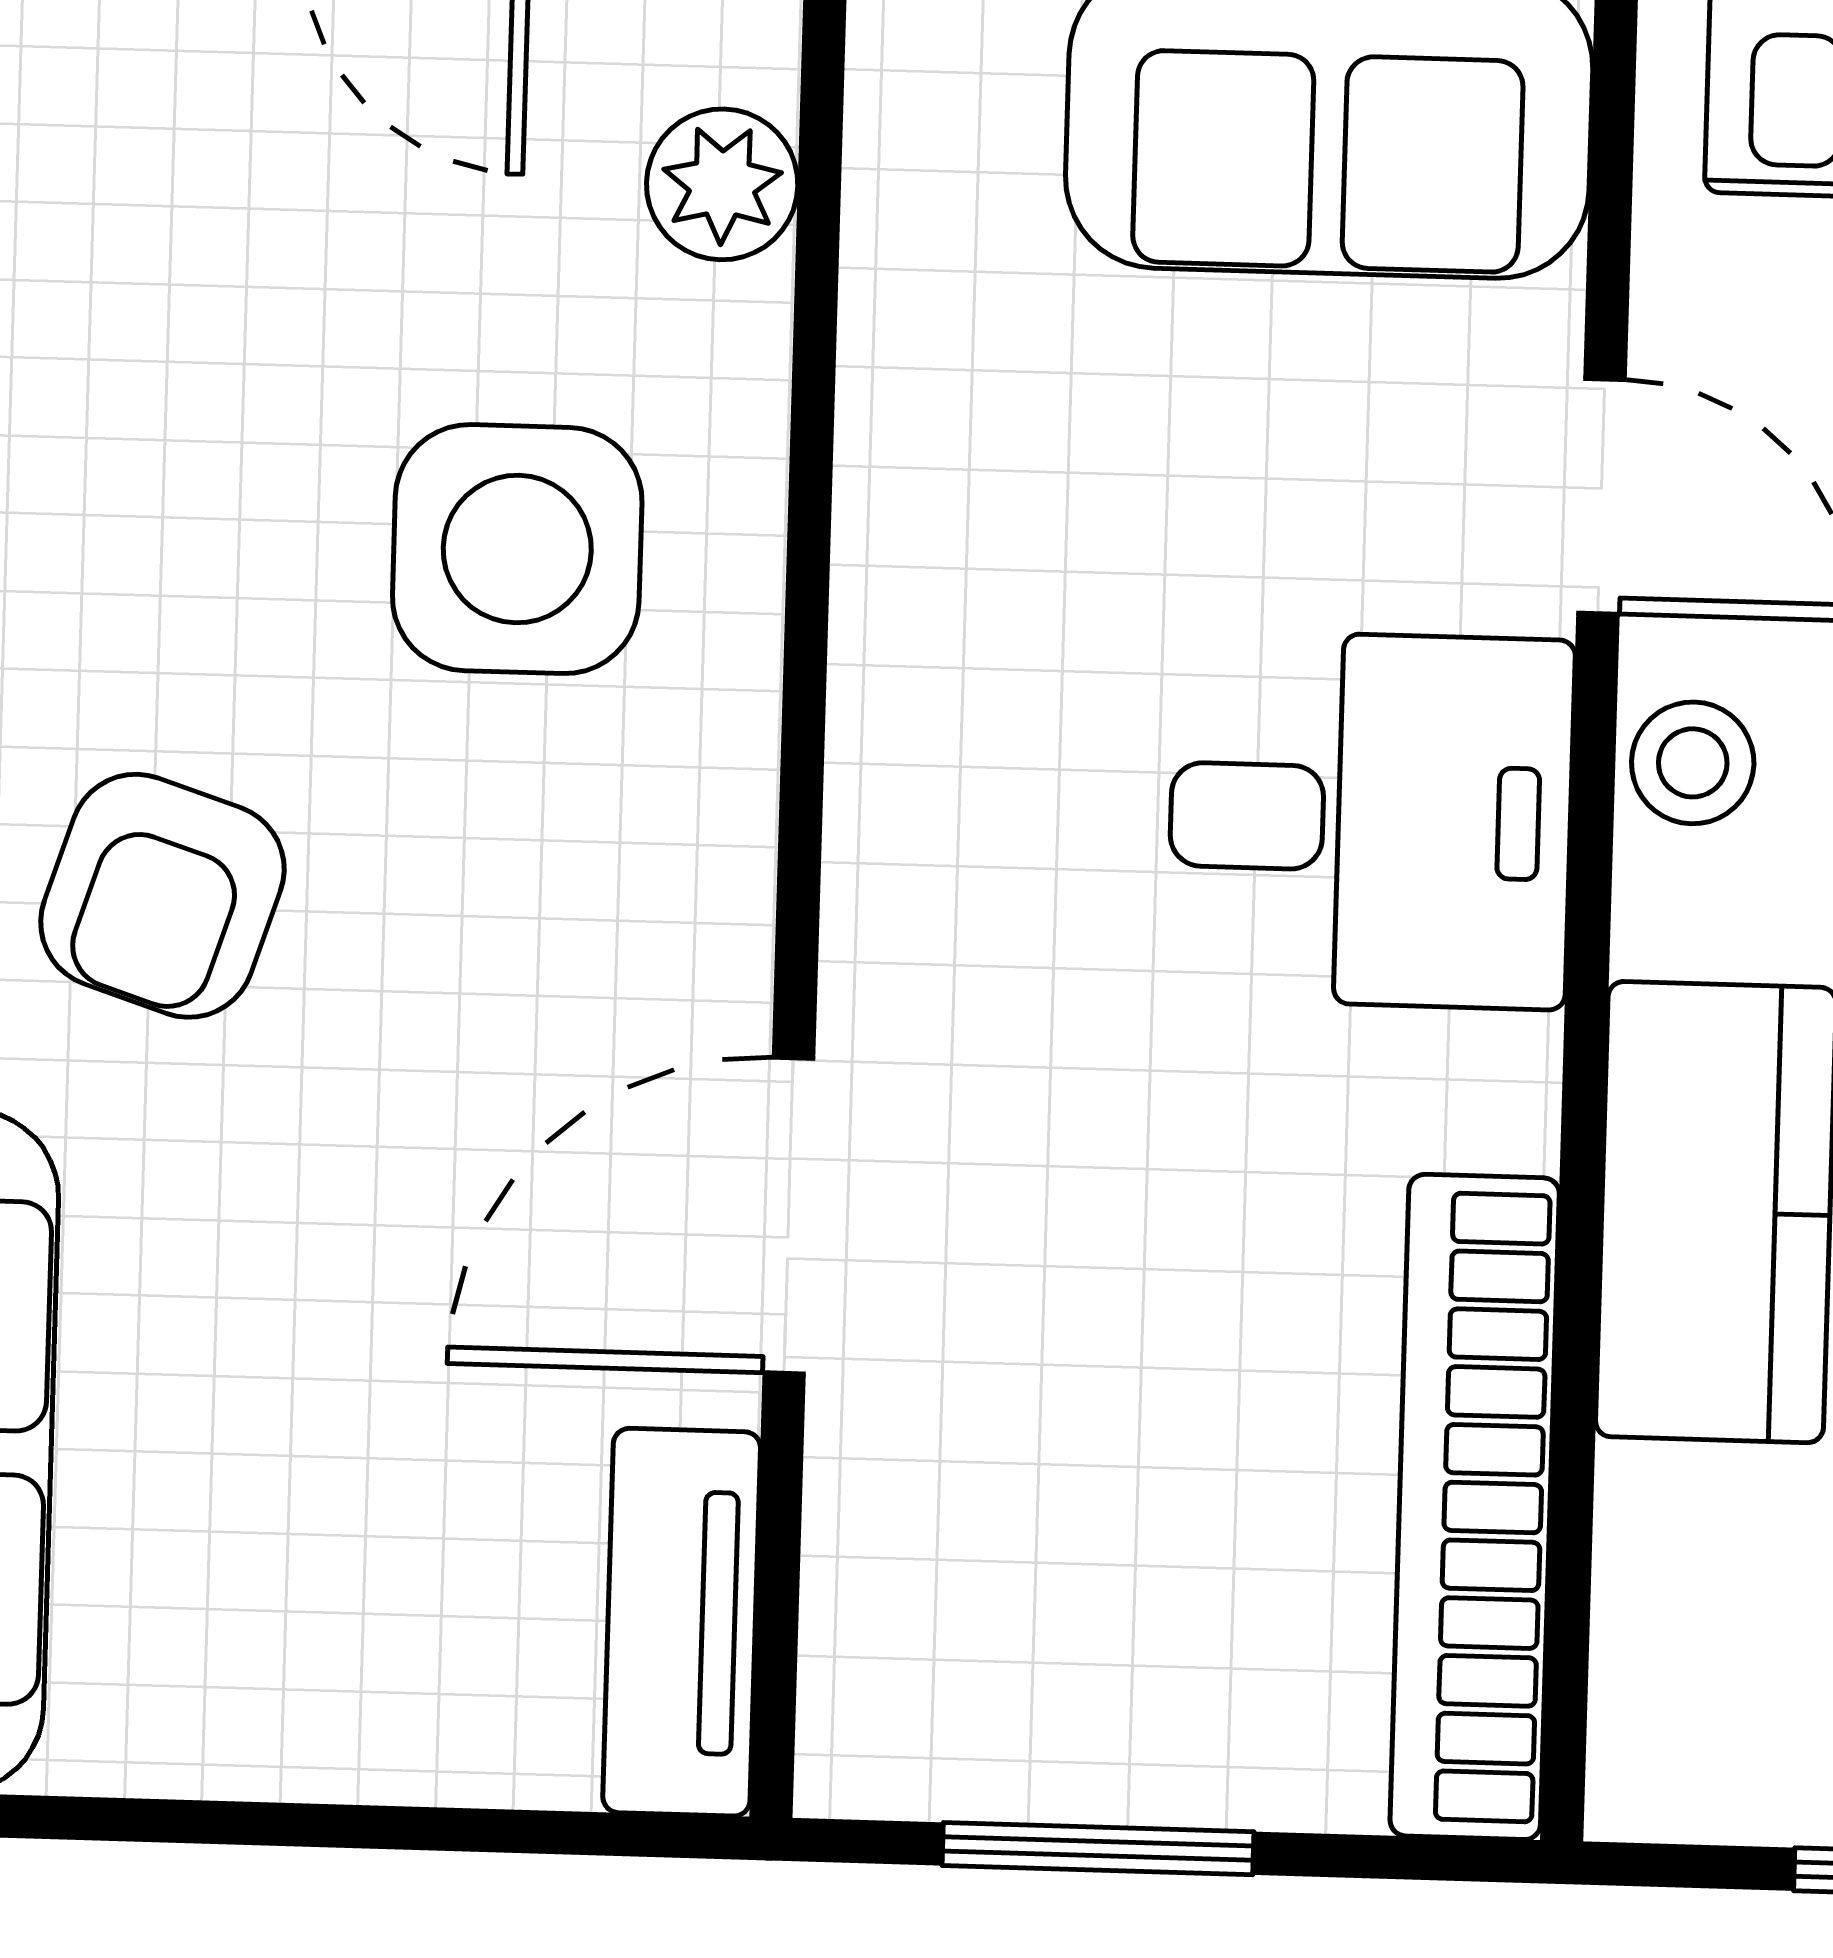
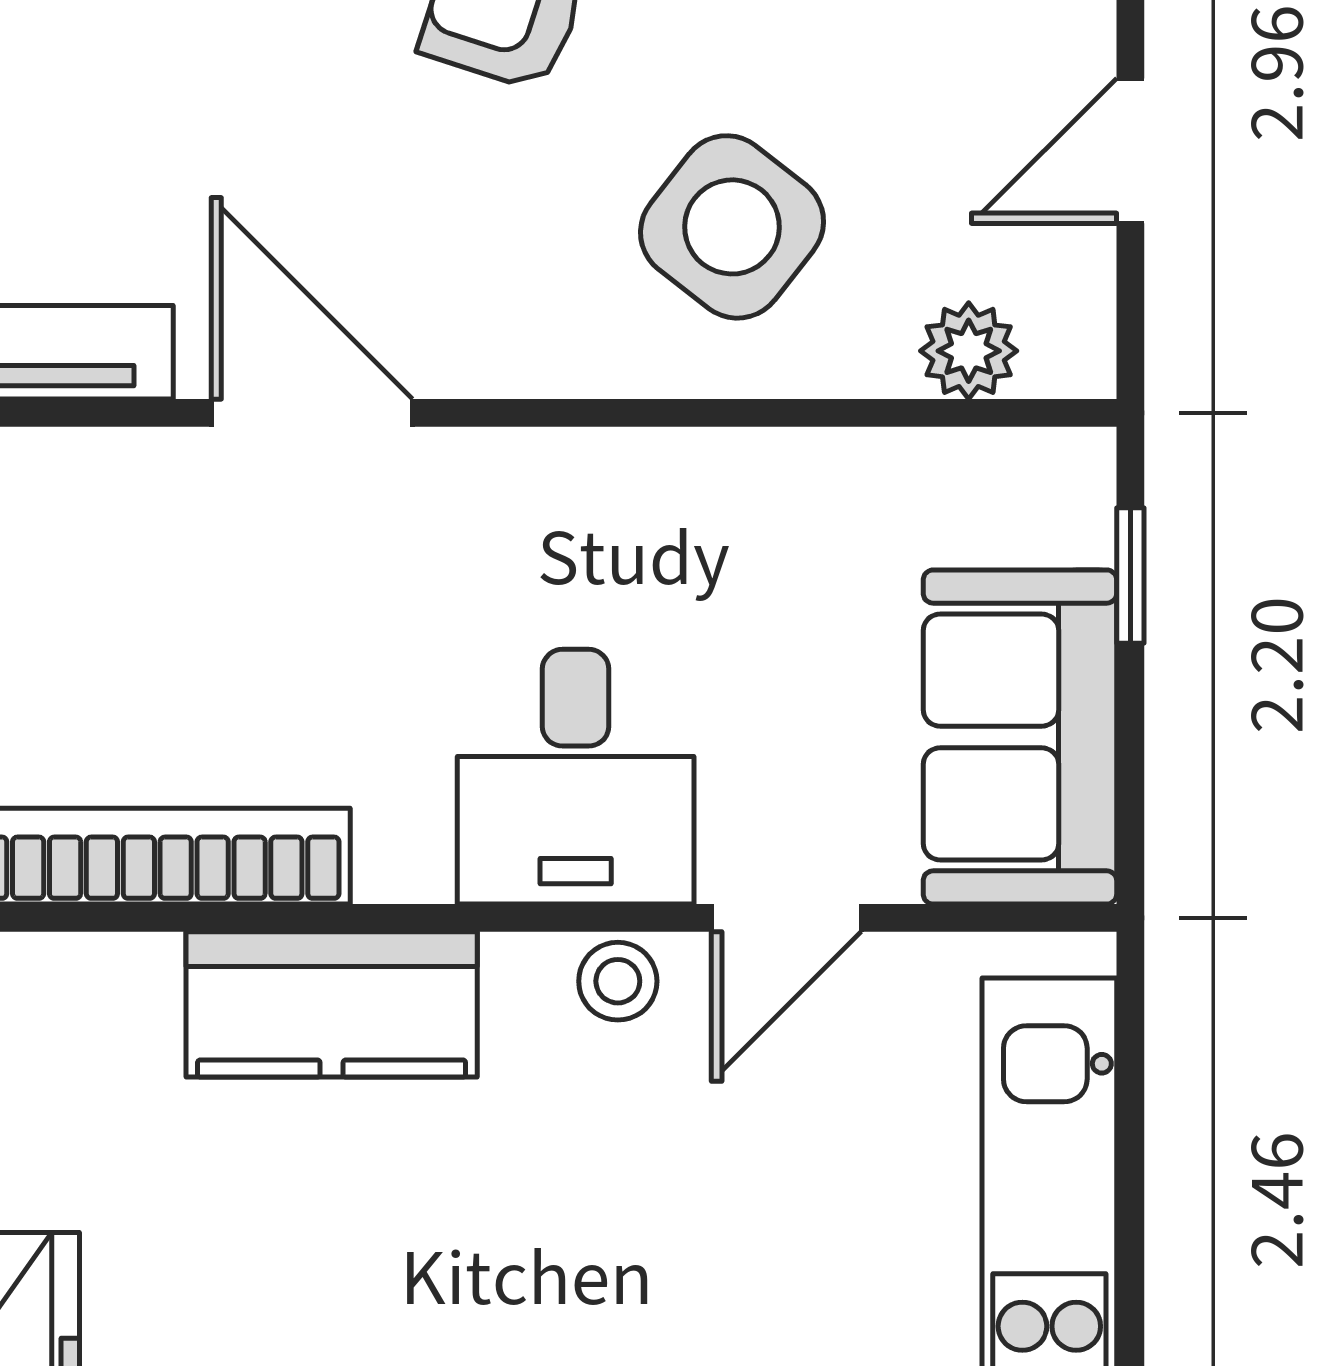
side table: (517, 549) -> (732, 227), turned 38

